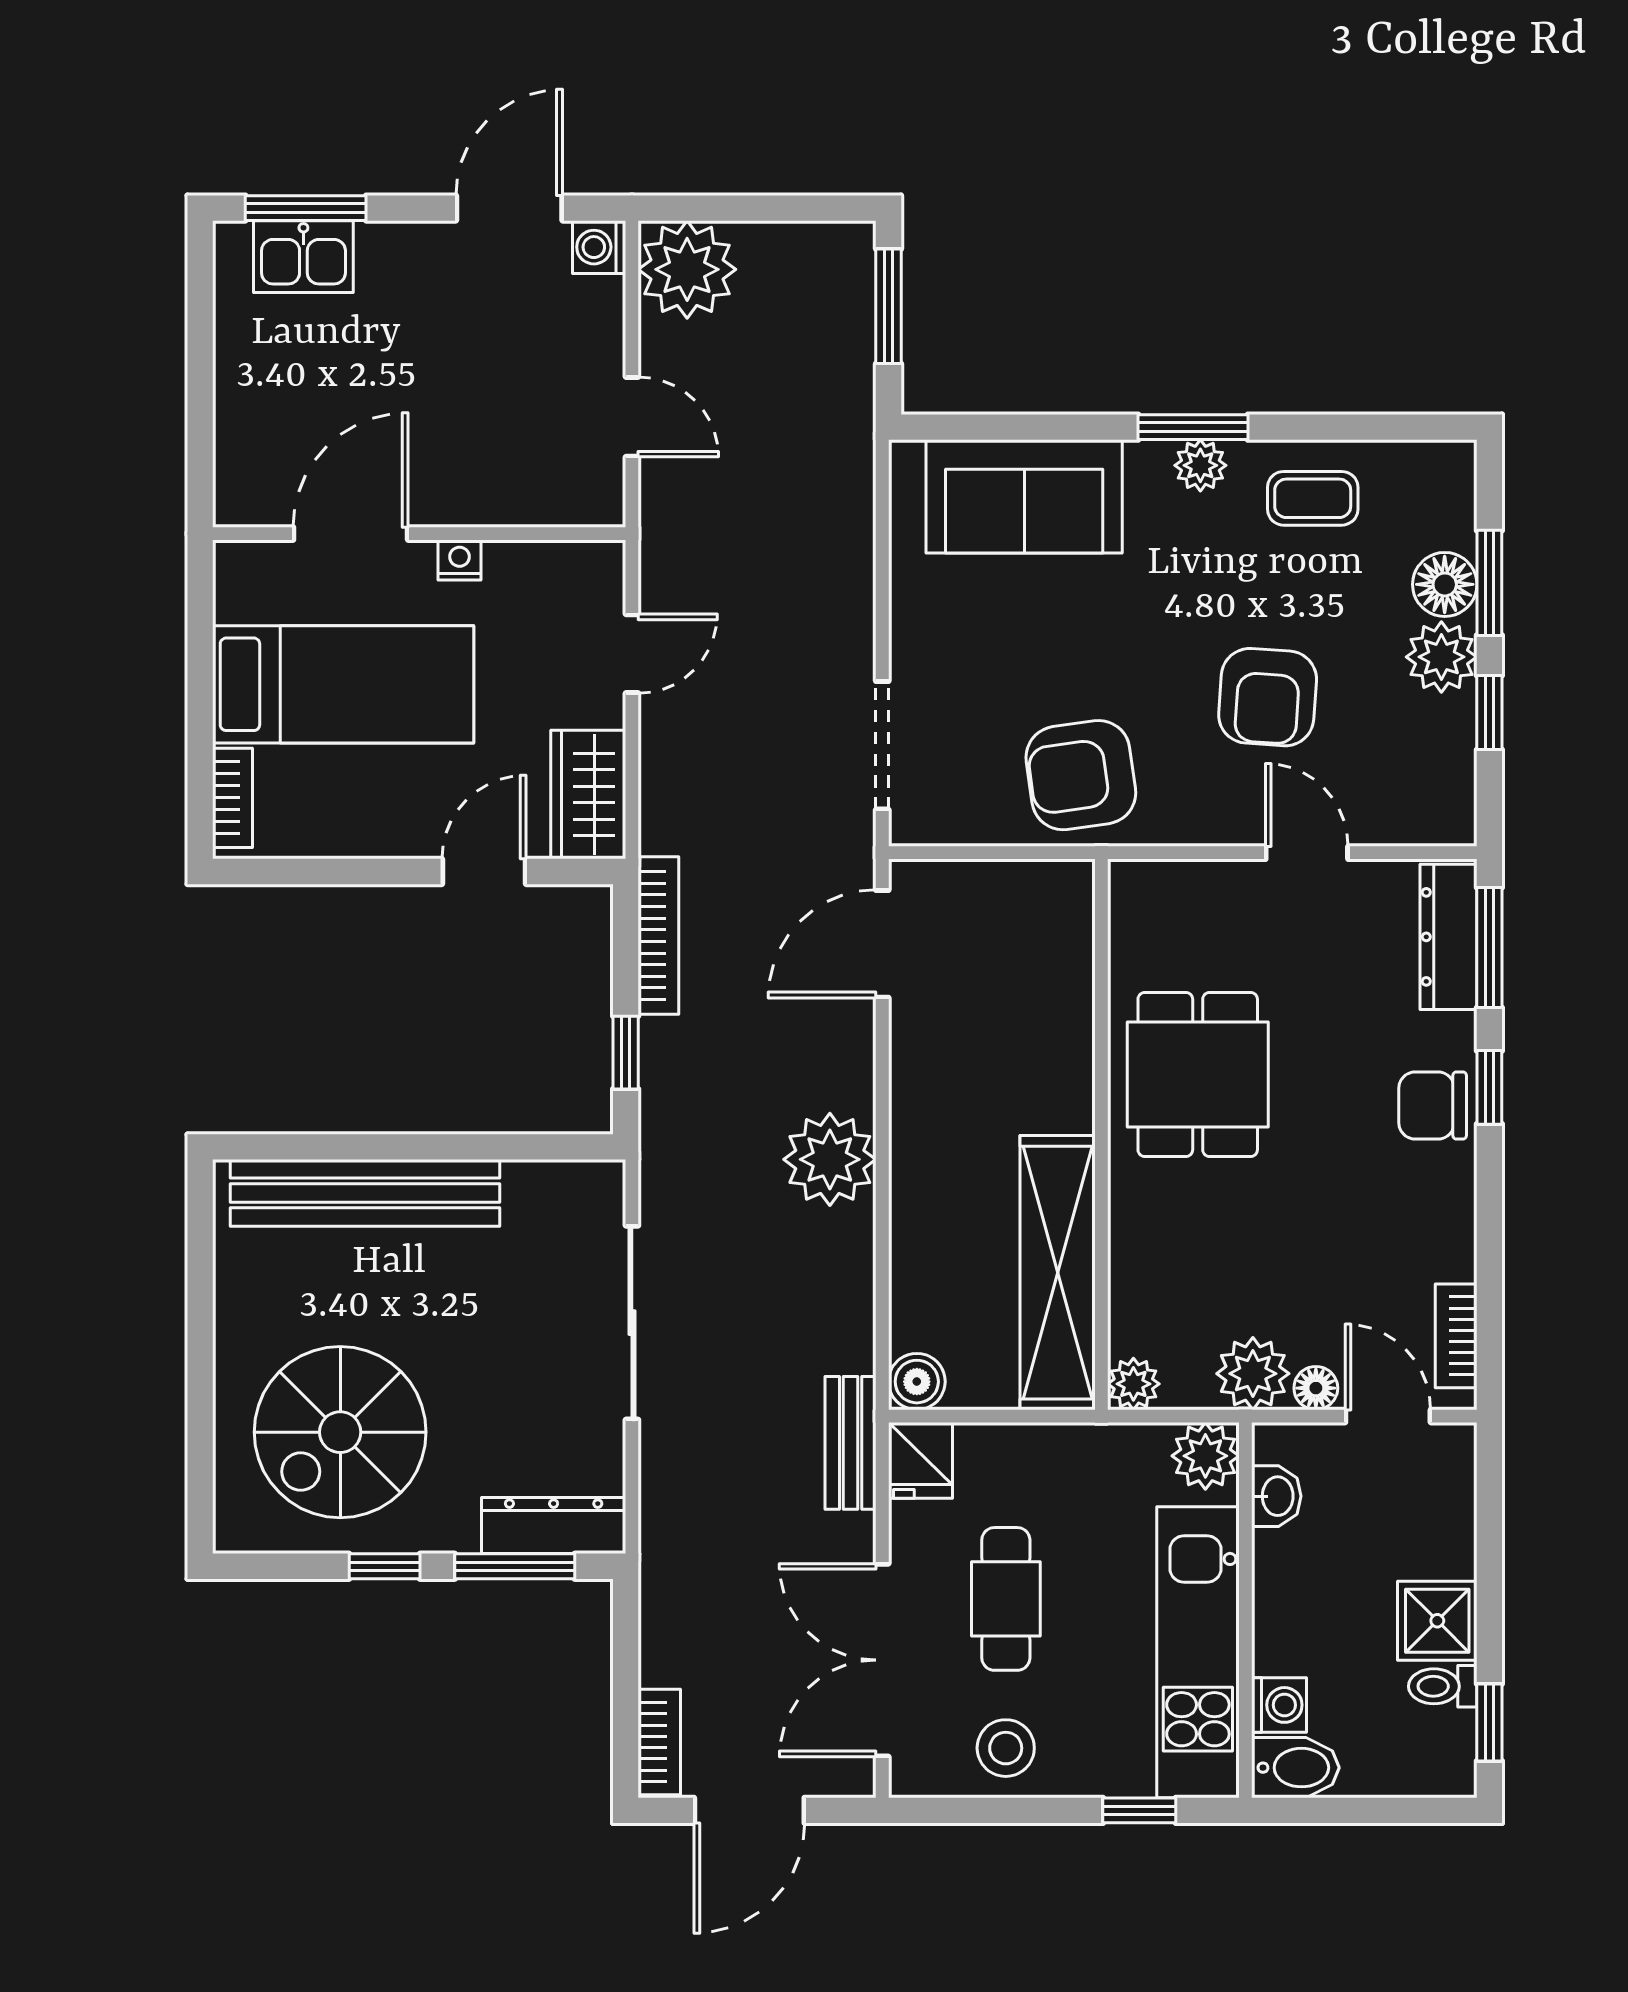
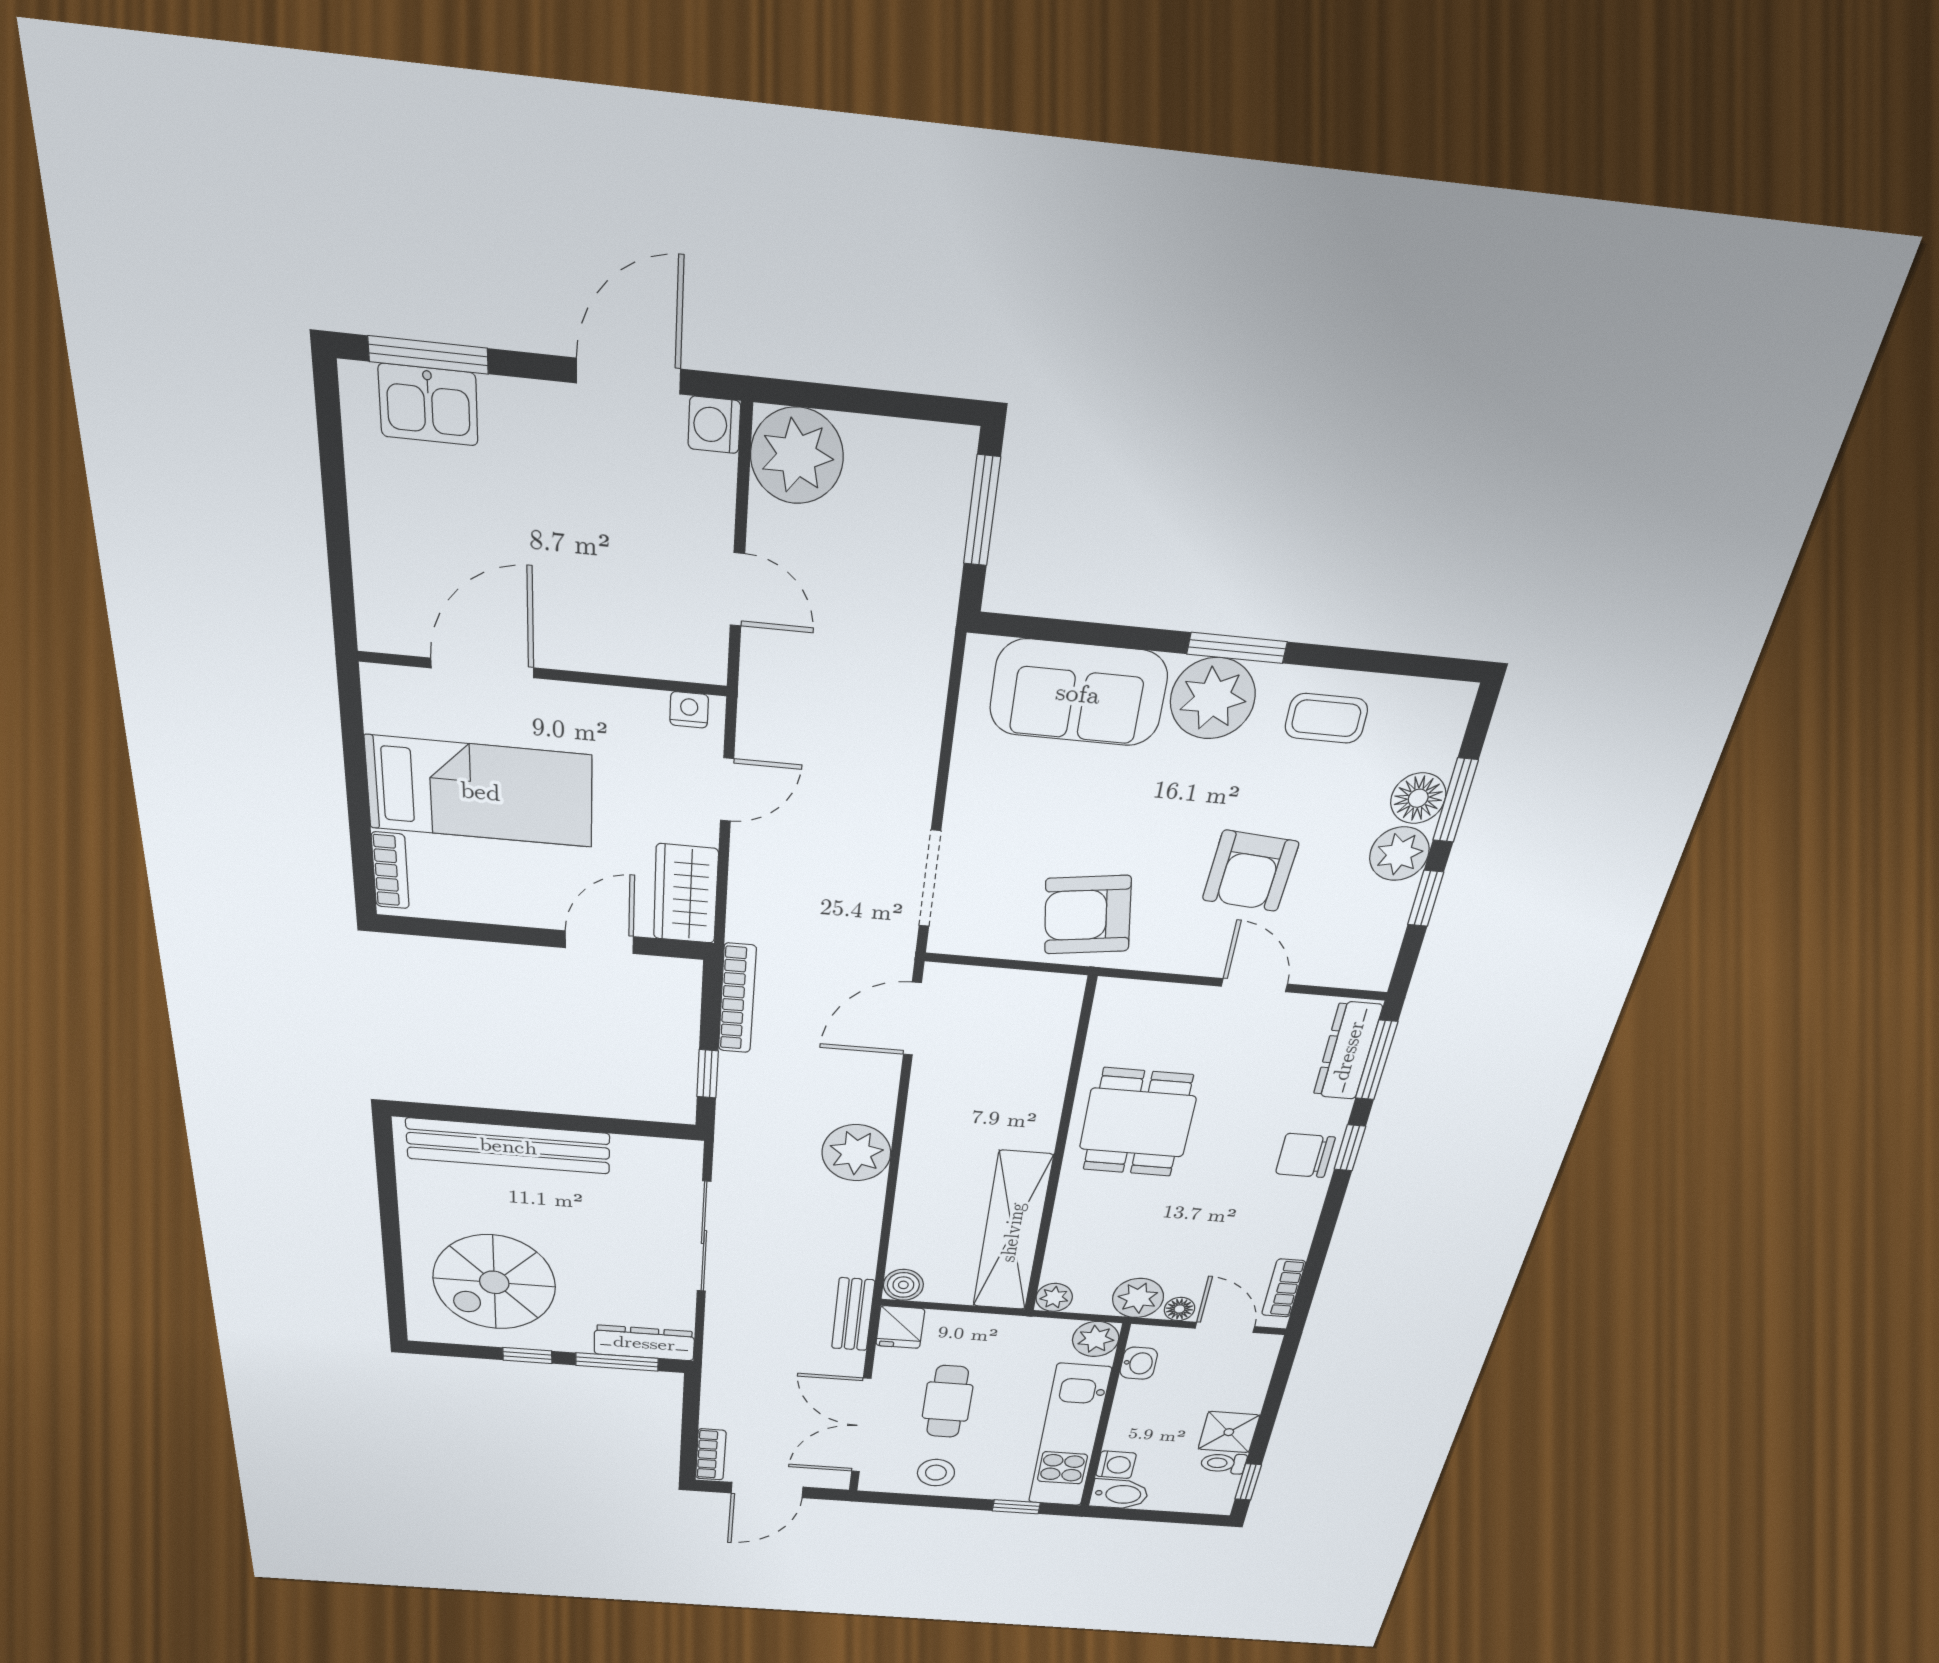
plant: (1200, 465) -> (1213, 698), width x1.88, depth x1.88
nightstand: (460, 560) -> (689, 710), moved

